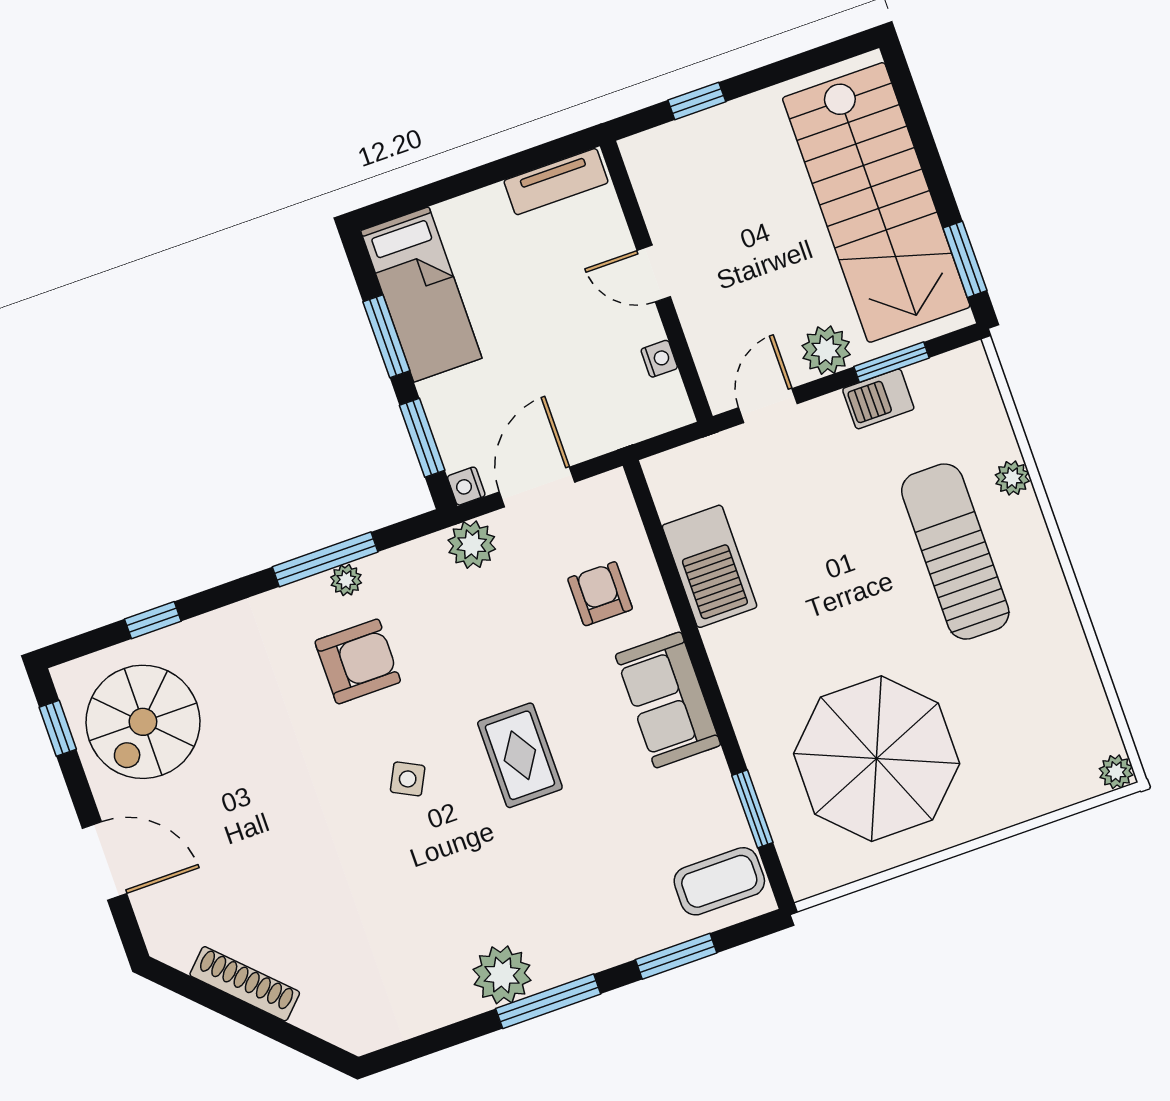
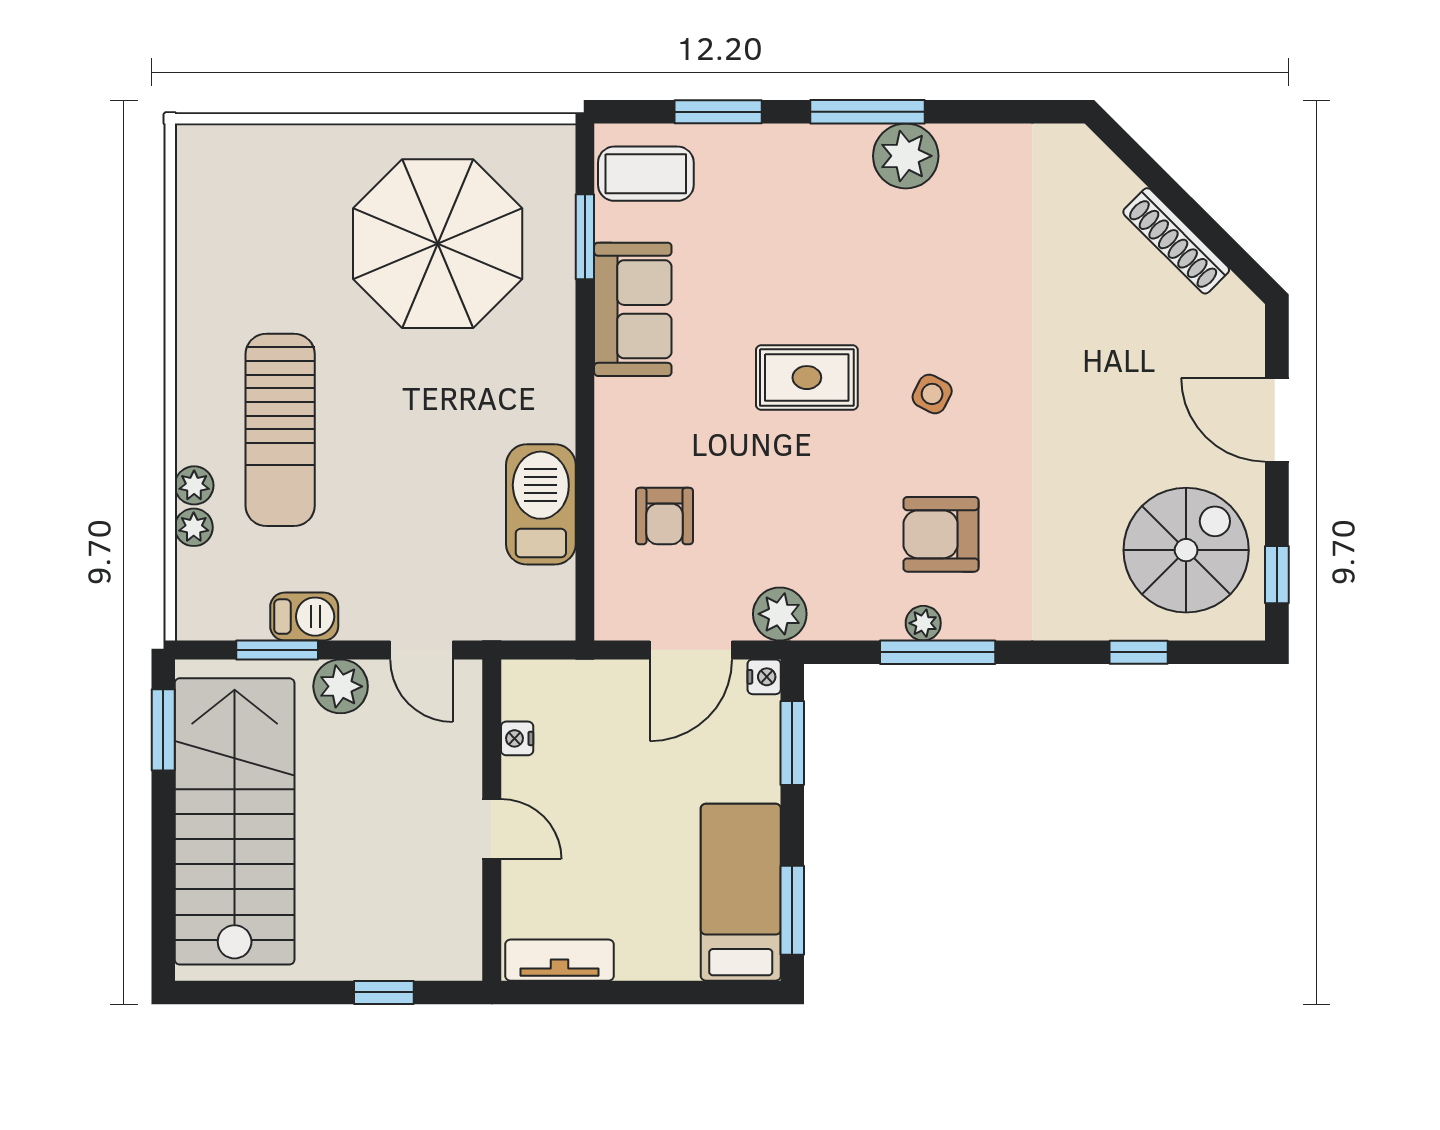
window: (386, 336) -> (792, 910), moved
door: (768, 406) -> (421, 650), hinge flipped
sofa: (668, 700) -> (633, 309), moved
rug: (520, 755) -> (807, 378), turned 90
plant: (1116, 772) -> (194, 527), moved

